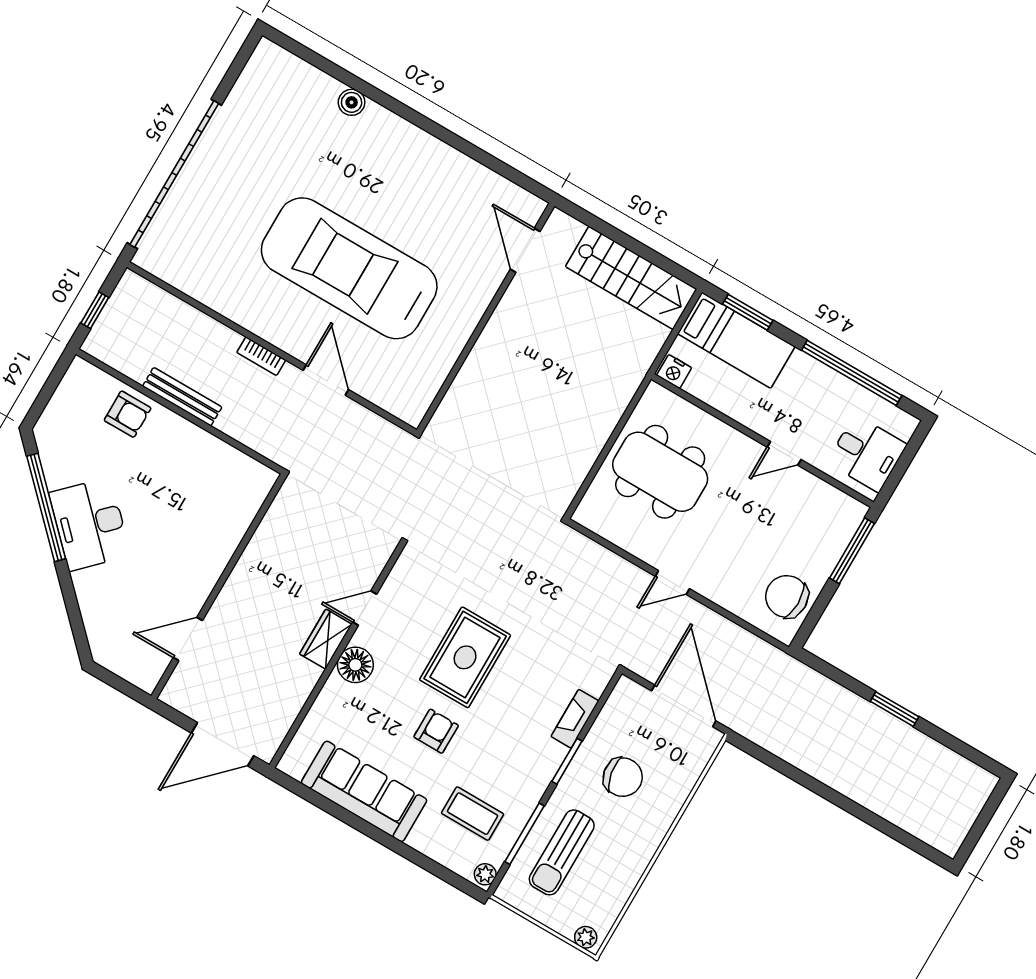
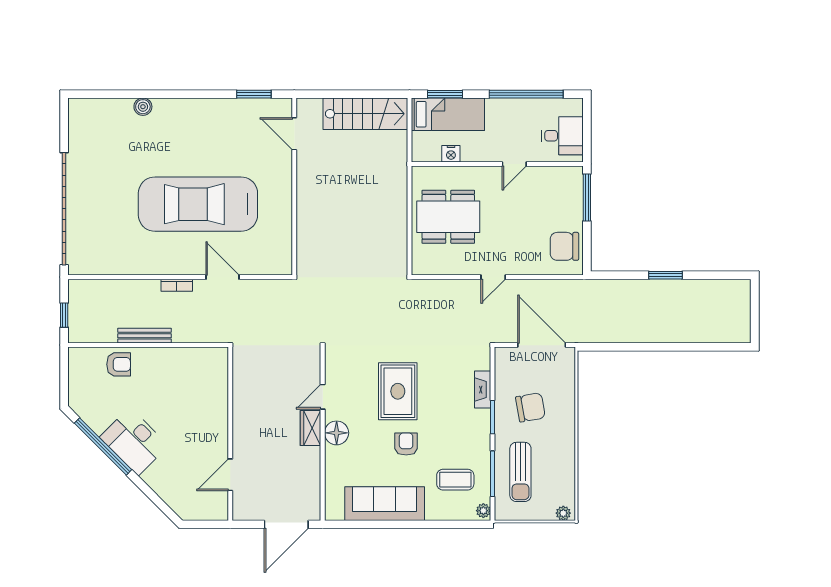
window: (503, 169) -> (254, 94), added
nightstand: (674, 372) -> (451, 154), moved

